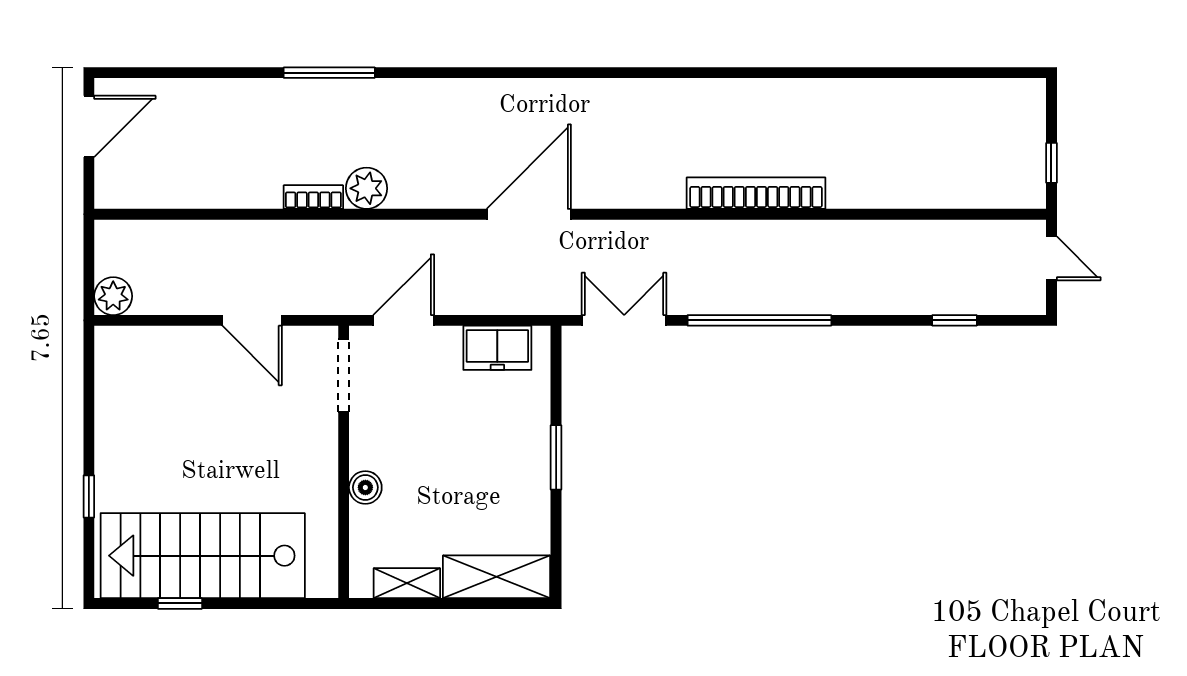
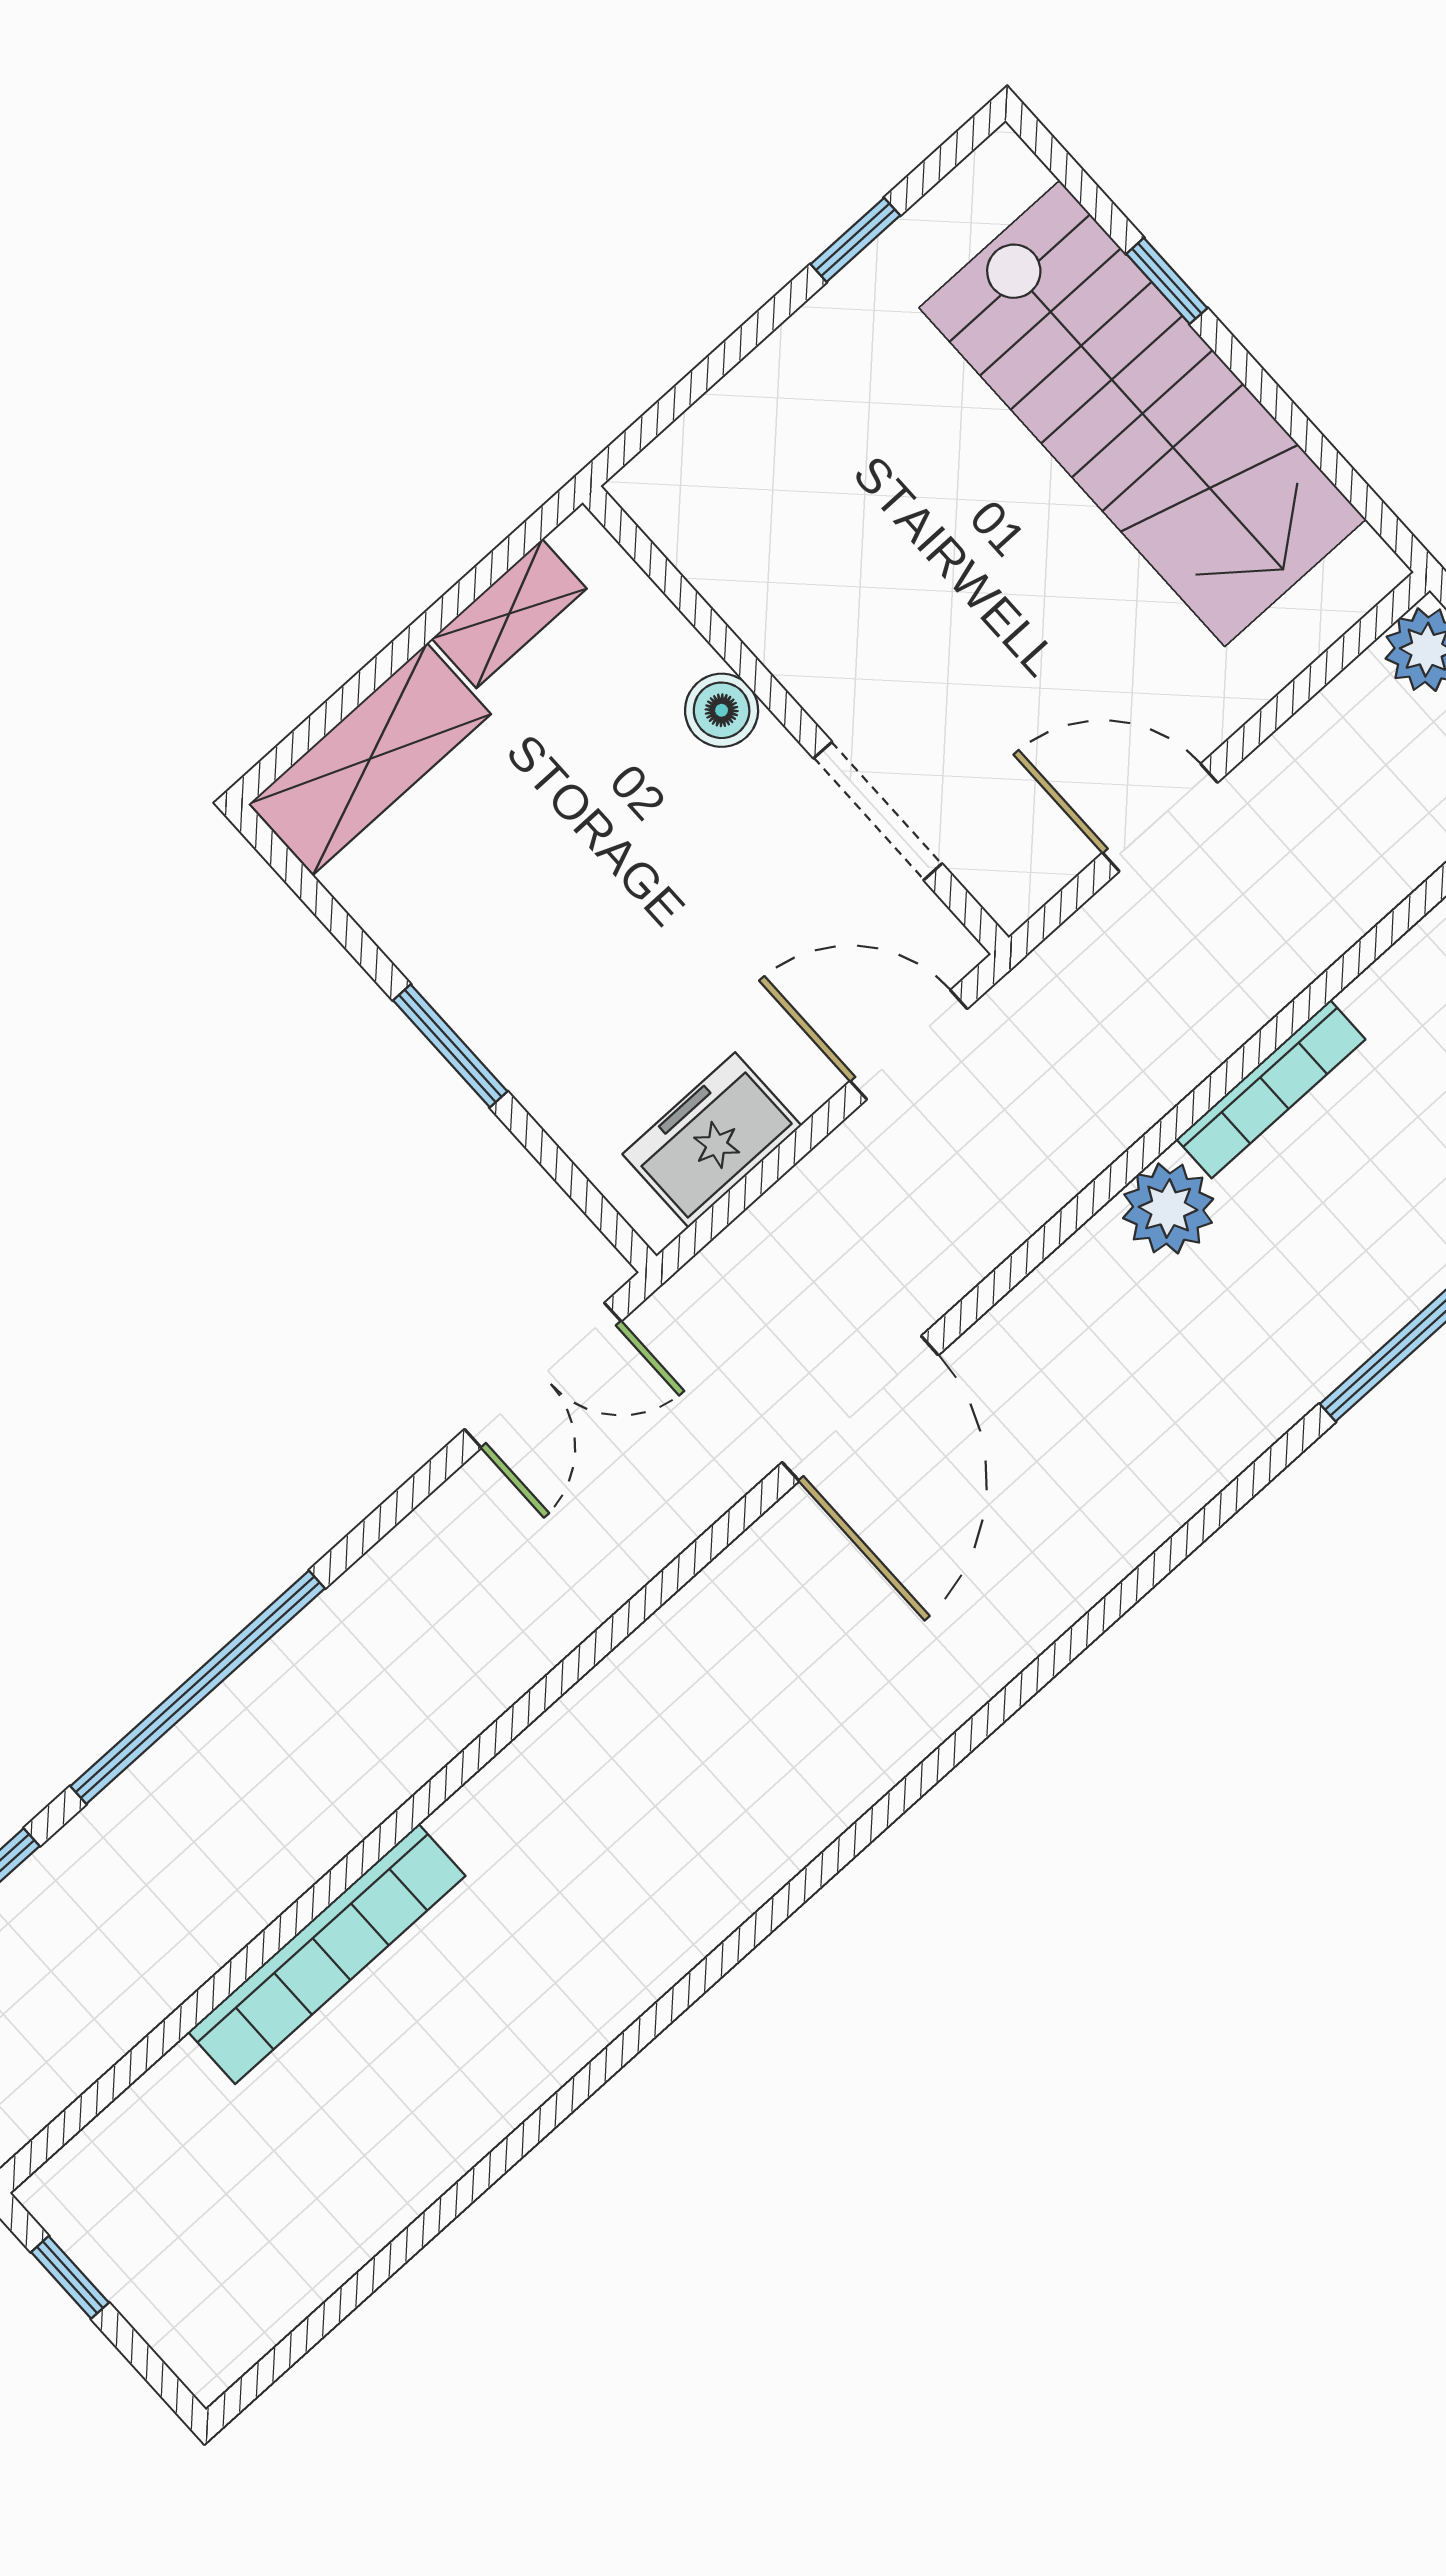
bookcase: (756, 193) -> (327, 1954), moved
bookcase: (313, 197) -> (1271, 1089), width x1.56
door: (404, 320) -> (909, 1045), swing flipped
window: (759, 320) -> (198, 1687), moved
doorway: (344, 376) -> (878, 811), moved
stairs: (203, 556) -> (1142, 414), moved, turned 90

